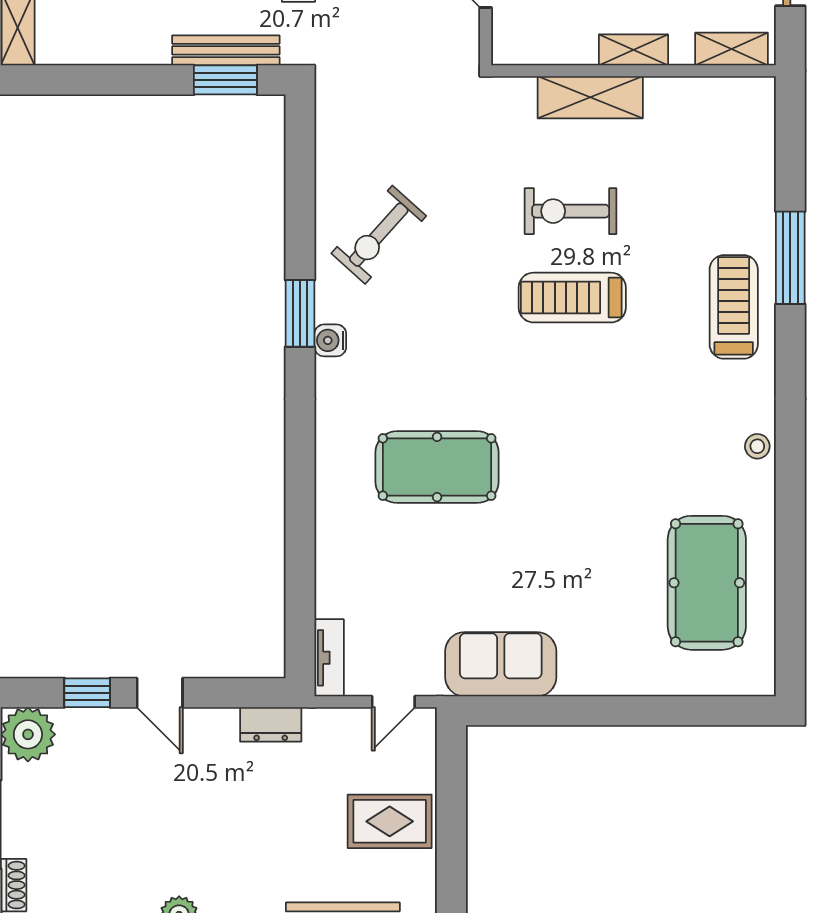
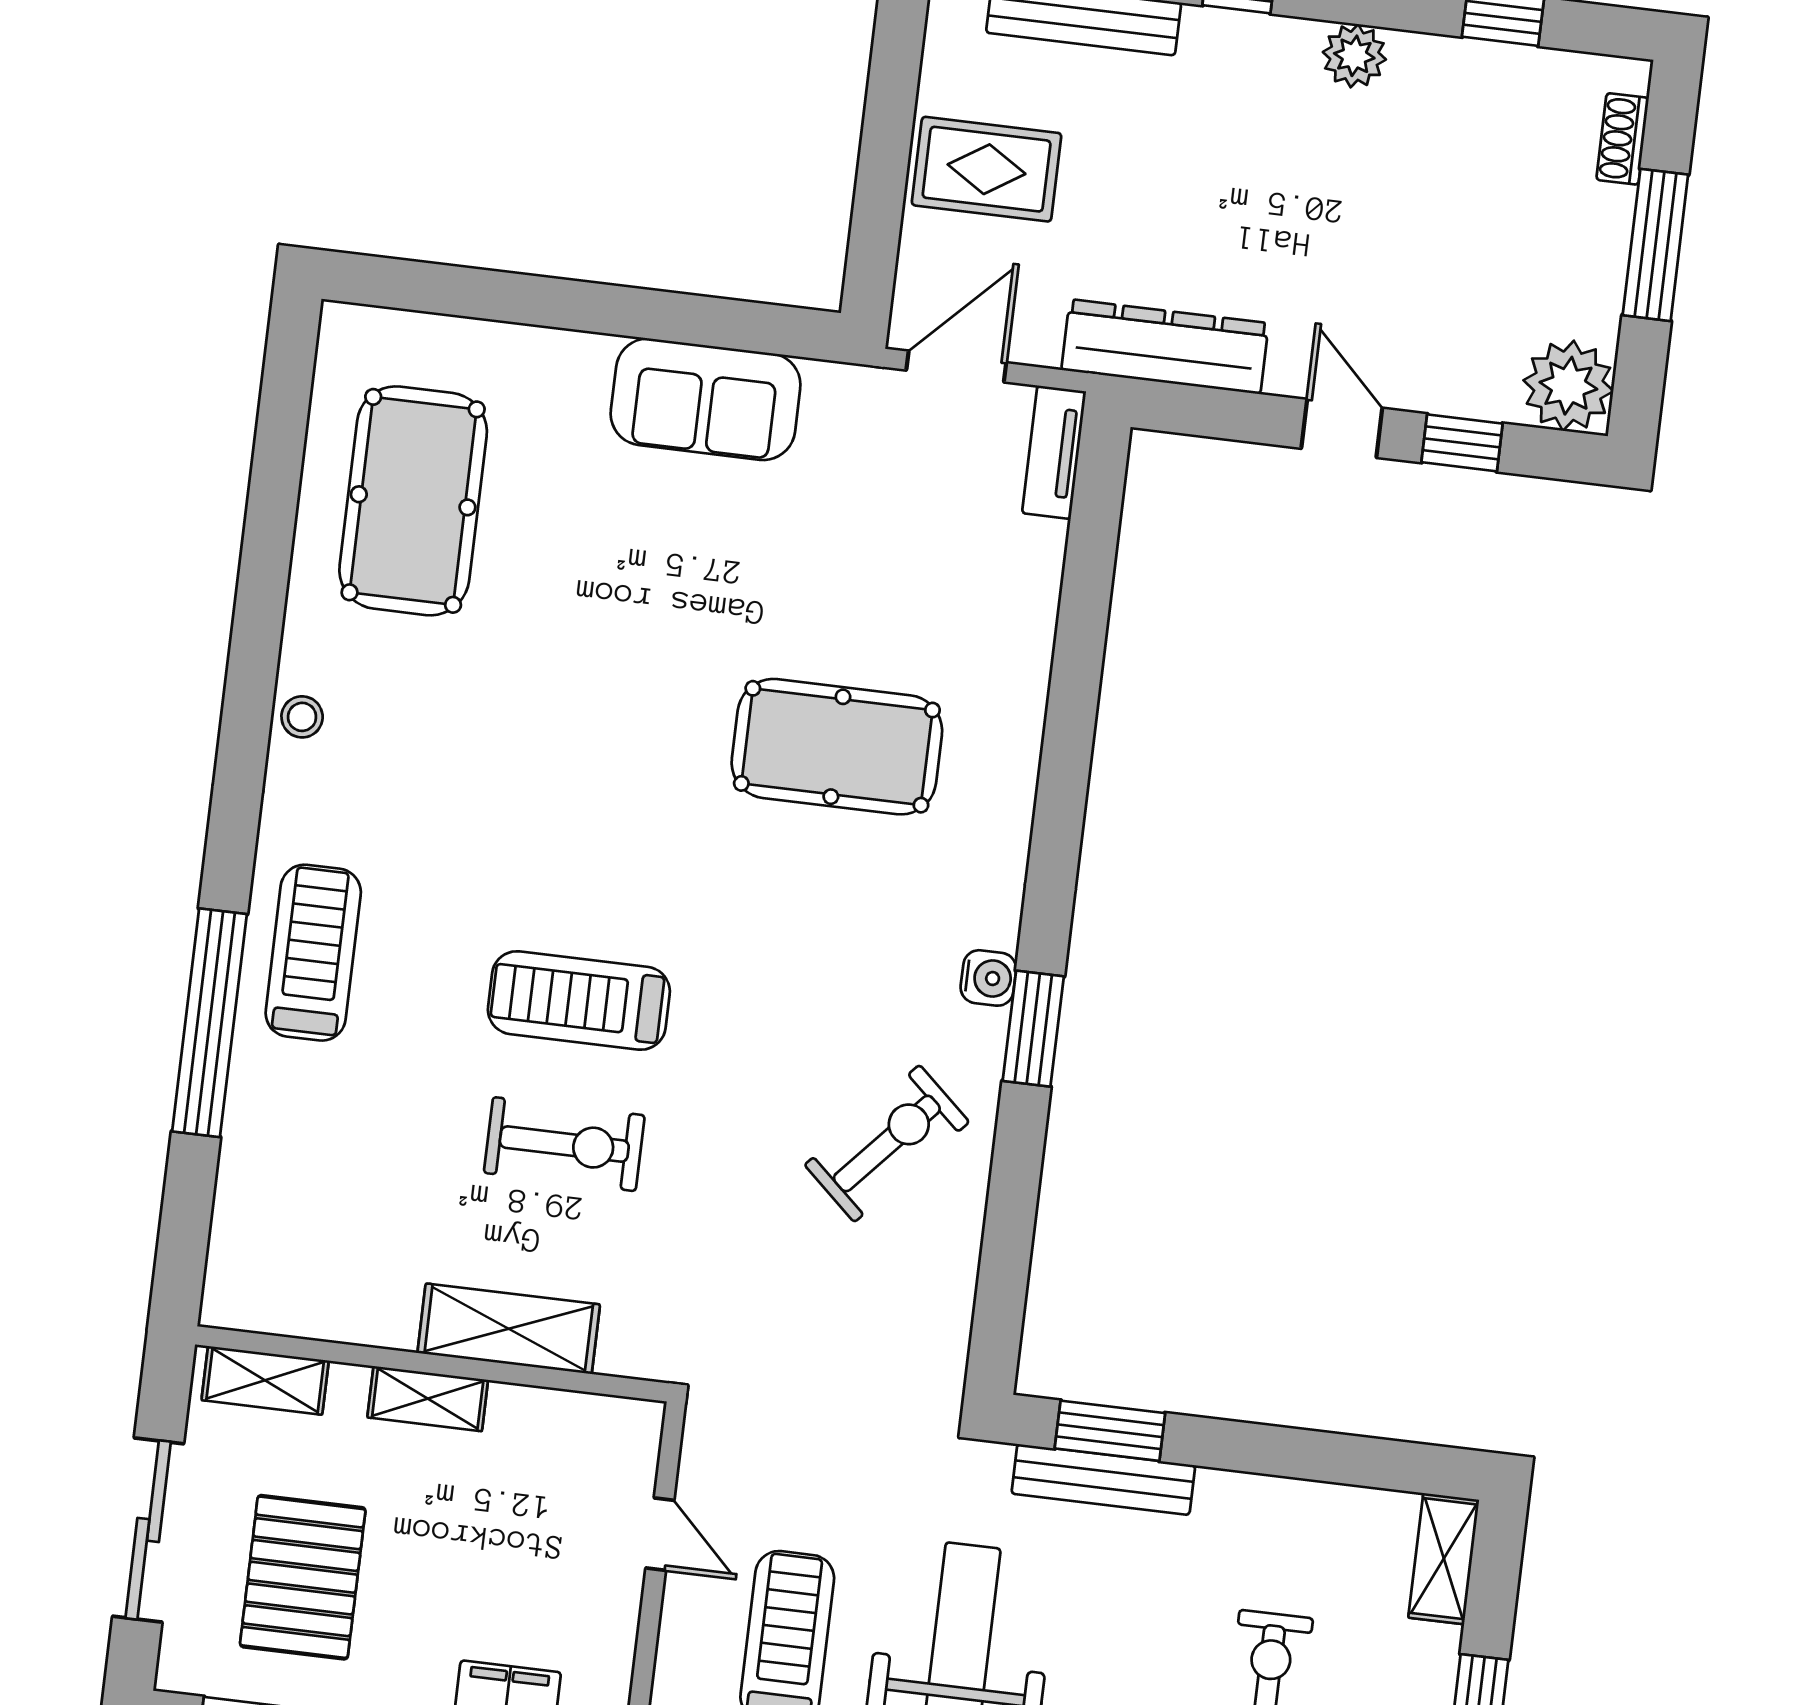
window: (790, 258) -> (210, 1023), width x1.46
treadmill: (572, 298) -> (579, 1000), turned 180
treadmill: (734, 307) -> (313, 953), turned 180
sofa: (501, 664) -> (706, 399), moved
door: (393, 702) -> (956, 366), width x1.37
dresser: (271, 724) -> (1165, 347), width x1.96, depth x1.24

